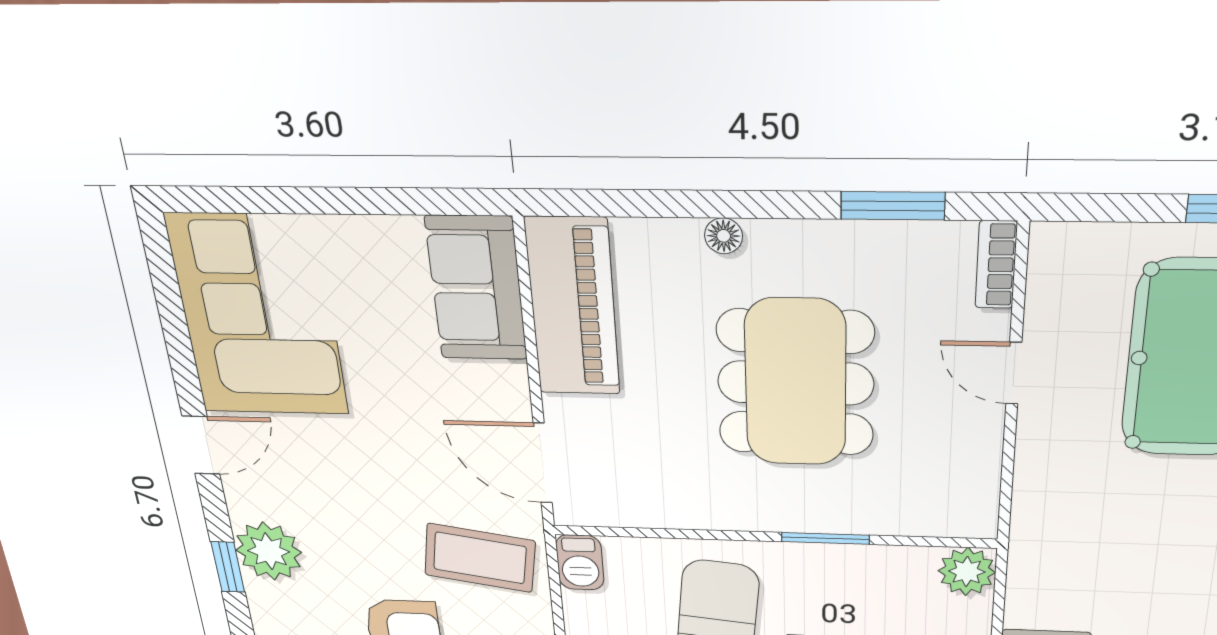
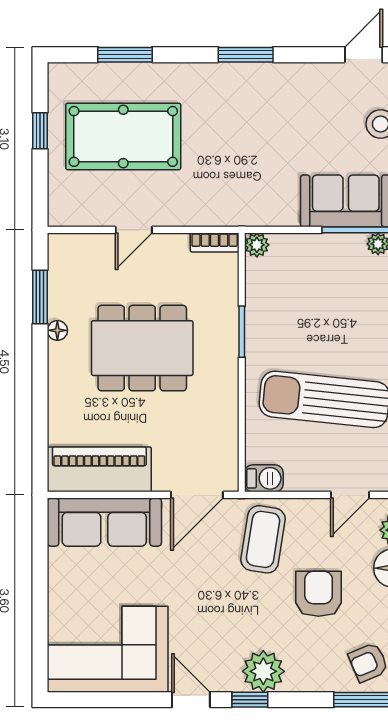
floor lamp: (724, 236) -> (57, 330), moved
bookcase: (996, 265) -> (215, 243), moved
sofa: (476, 289) -> (104, 522), width x1.36
window: (228, 567) -> (250, 700), moved
plant: (967, 572) -> (257, 245), width x0.73, depth x0.73

